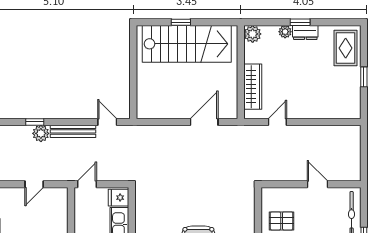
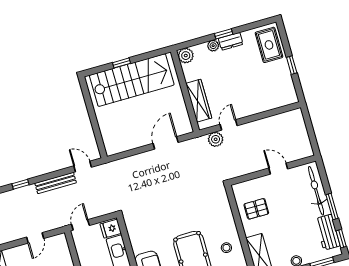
plant: (41, 133) -> (216, 139), moved

